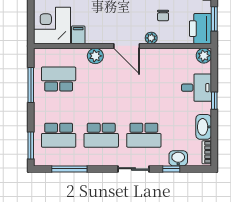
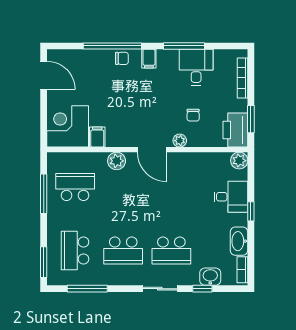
school desk: (59, 135) -> (75, 251), turned 90

